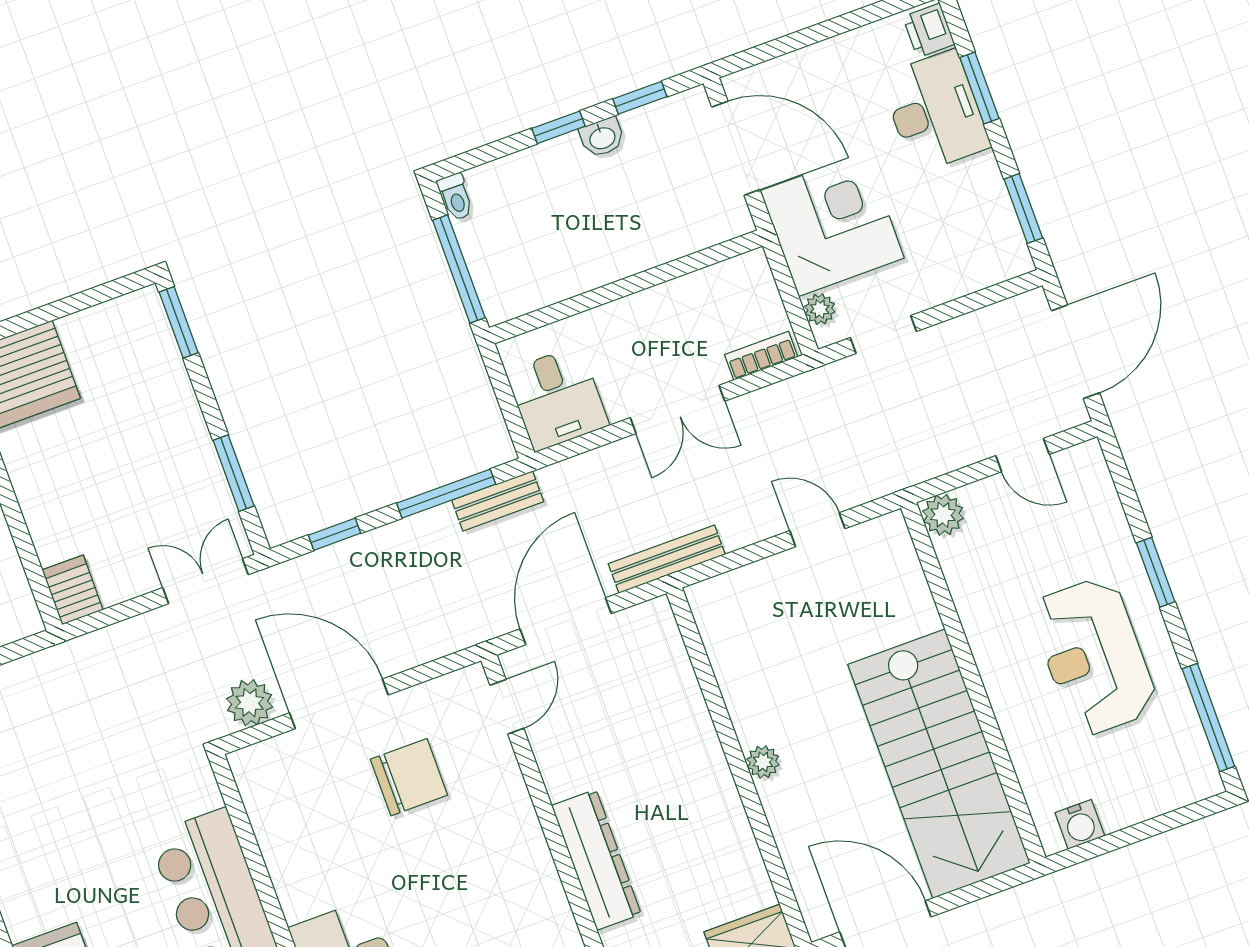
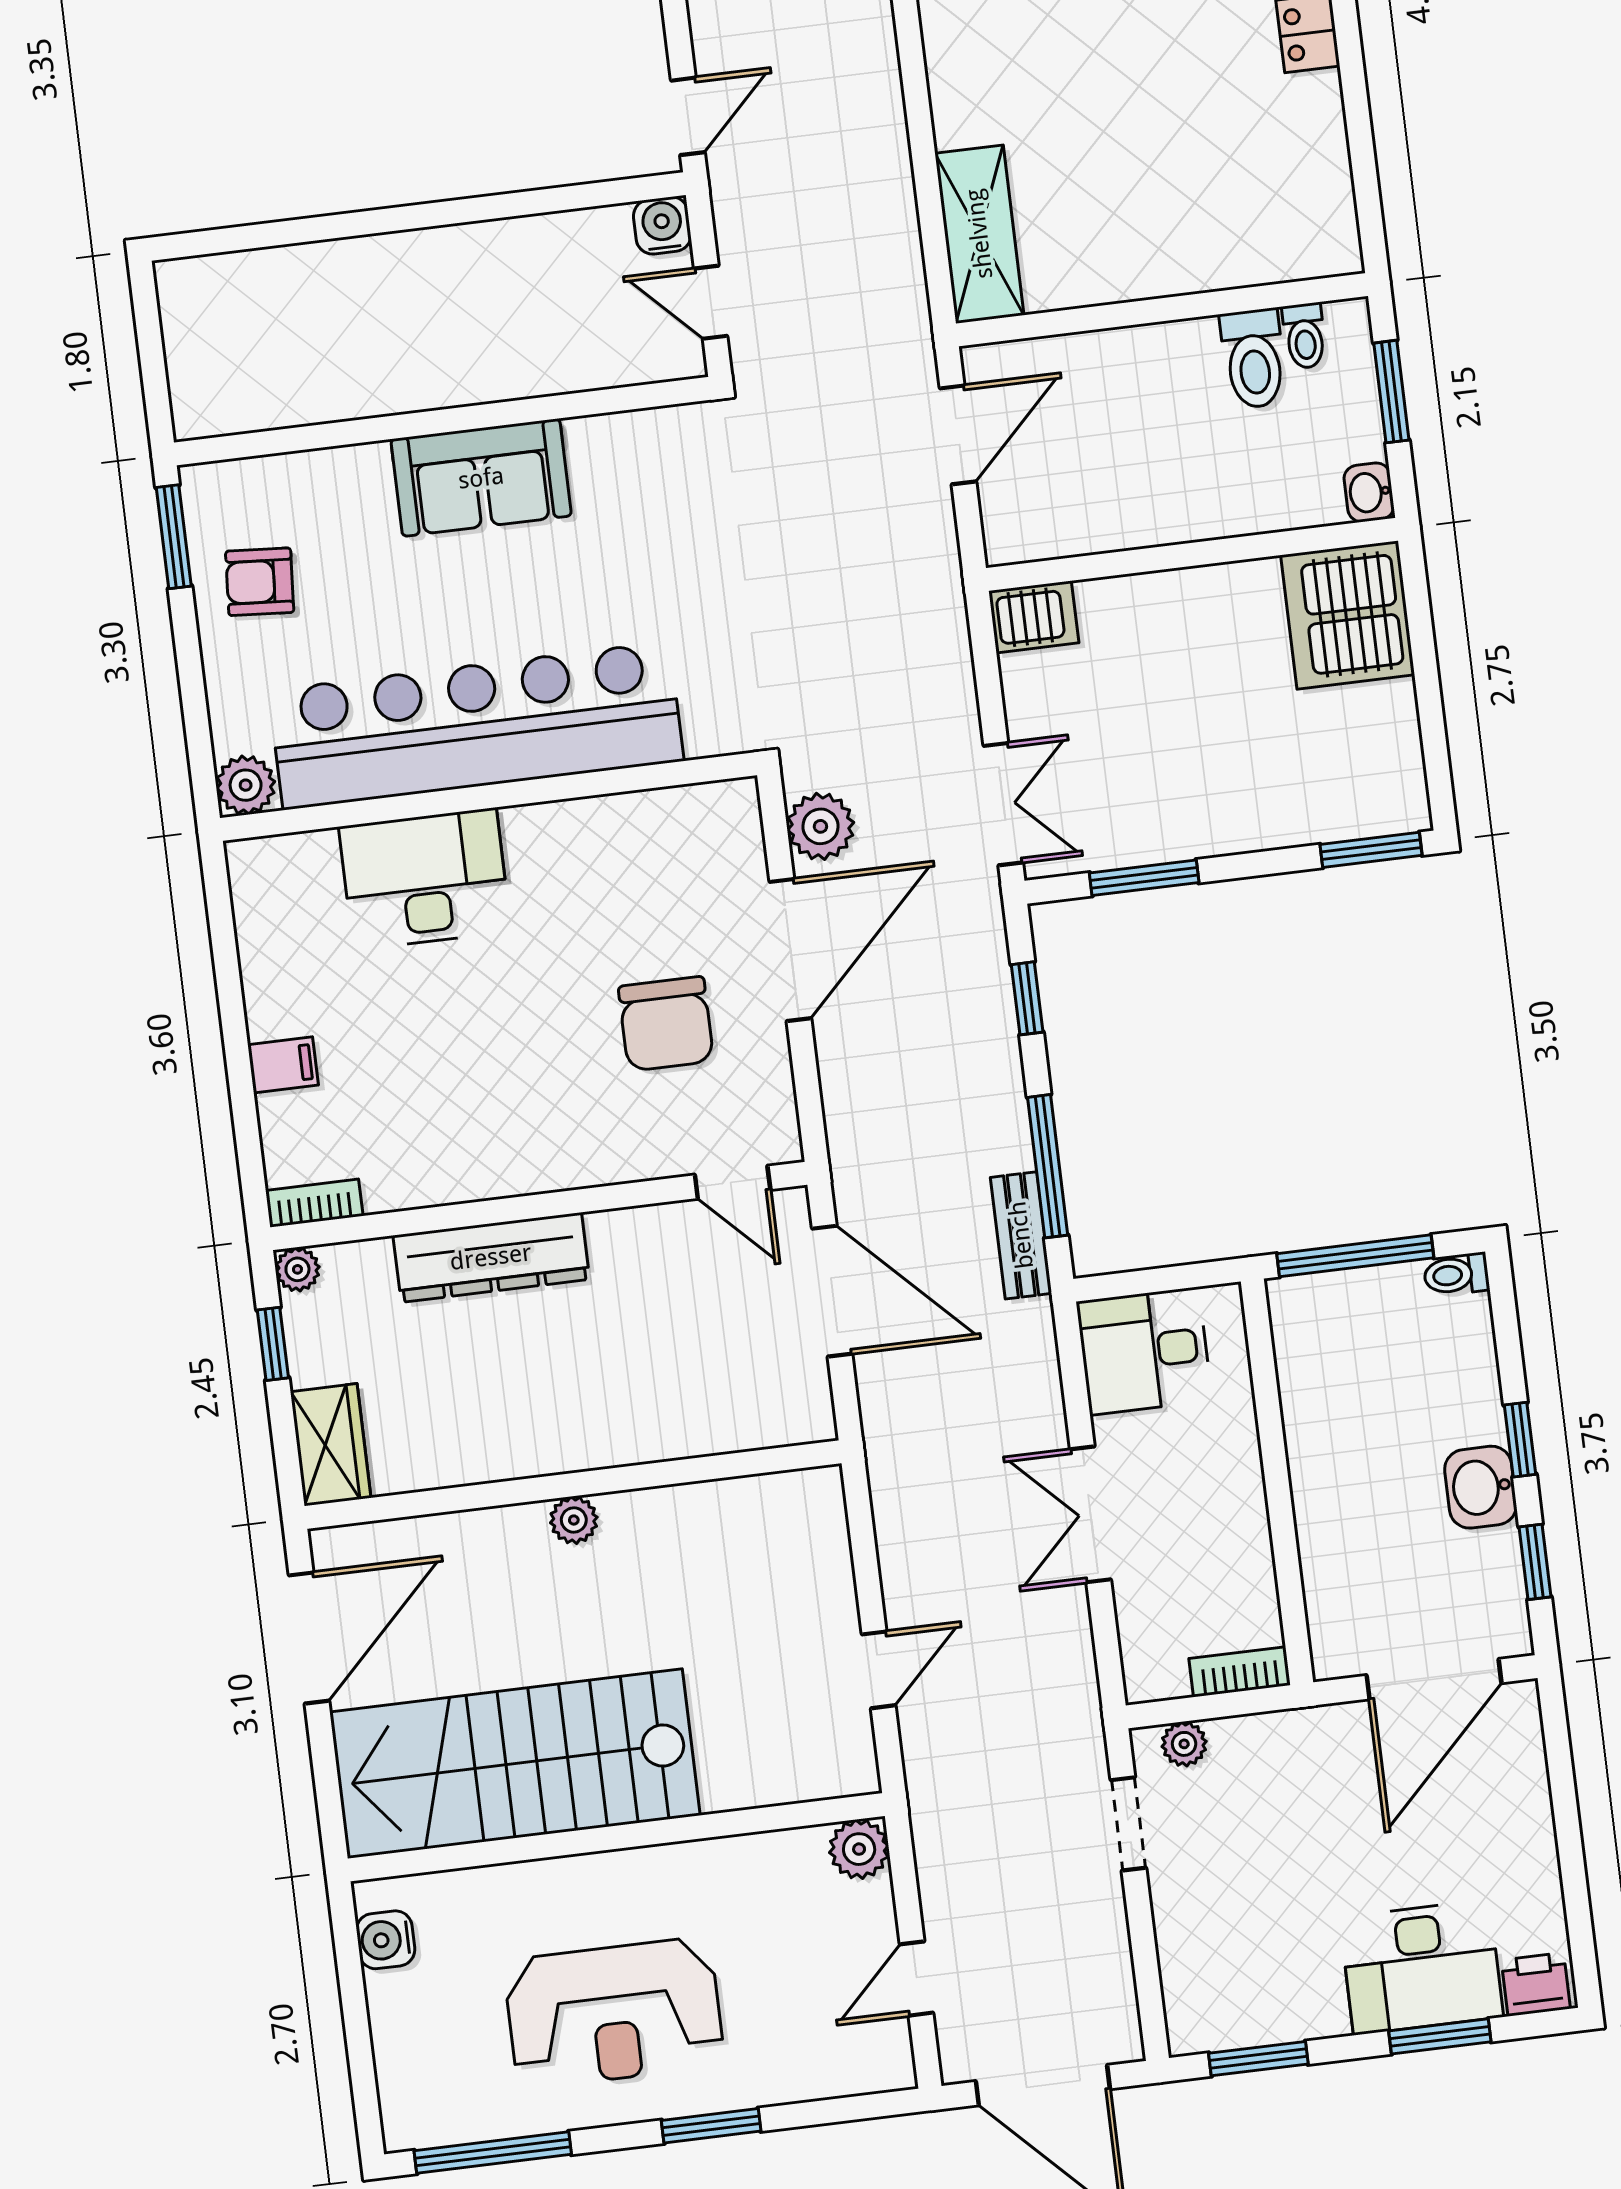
washbasin: (602, 137) -> (1481, 1487), width x1.38, depth x1.45
corner desk: (832, 224) -> (1298, 1788), removed
bookcase: (761, 356) -> (1240, 1672), moved, turned -90
bench: (667, 559) -> (886, 1451), removed
reception desk: (1094, 657) -> (614, 2013), turned 180

